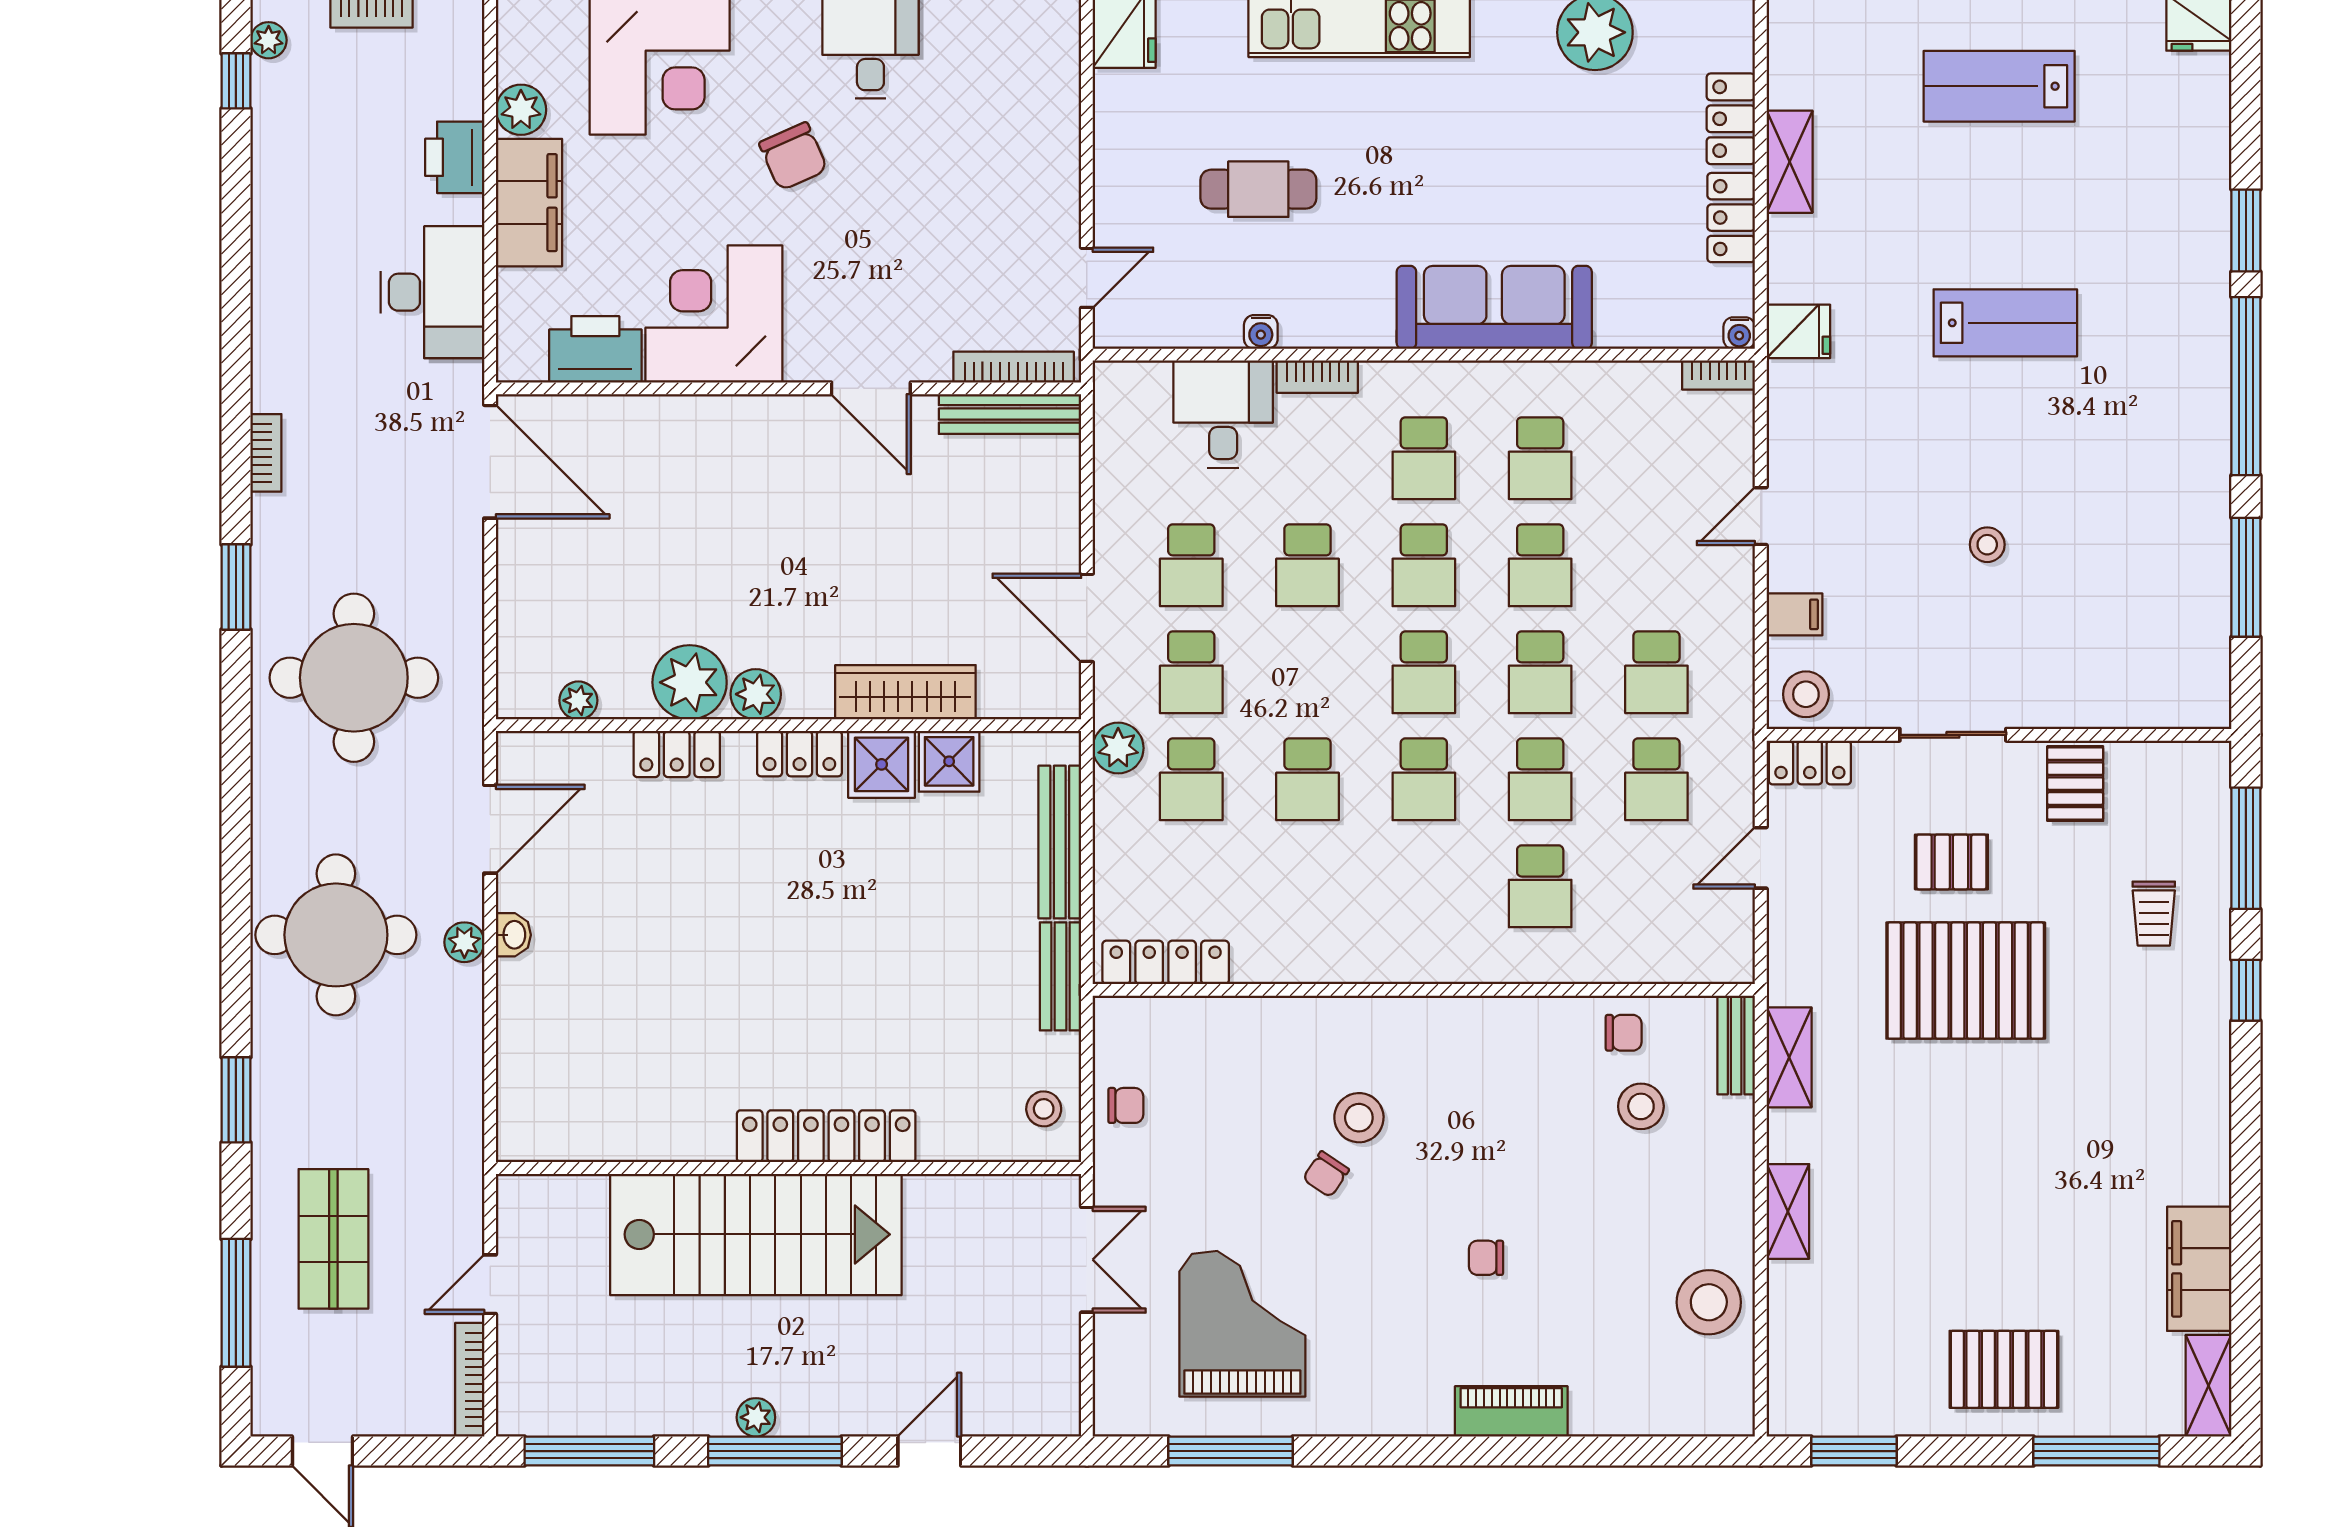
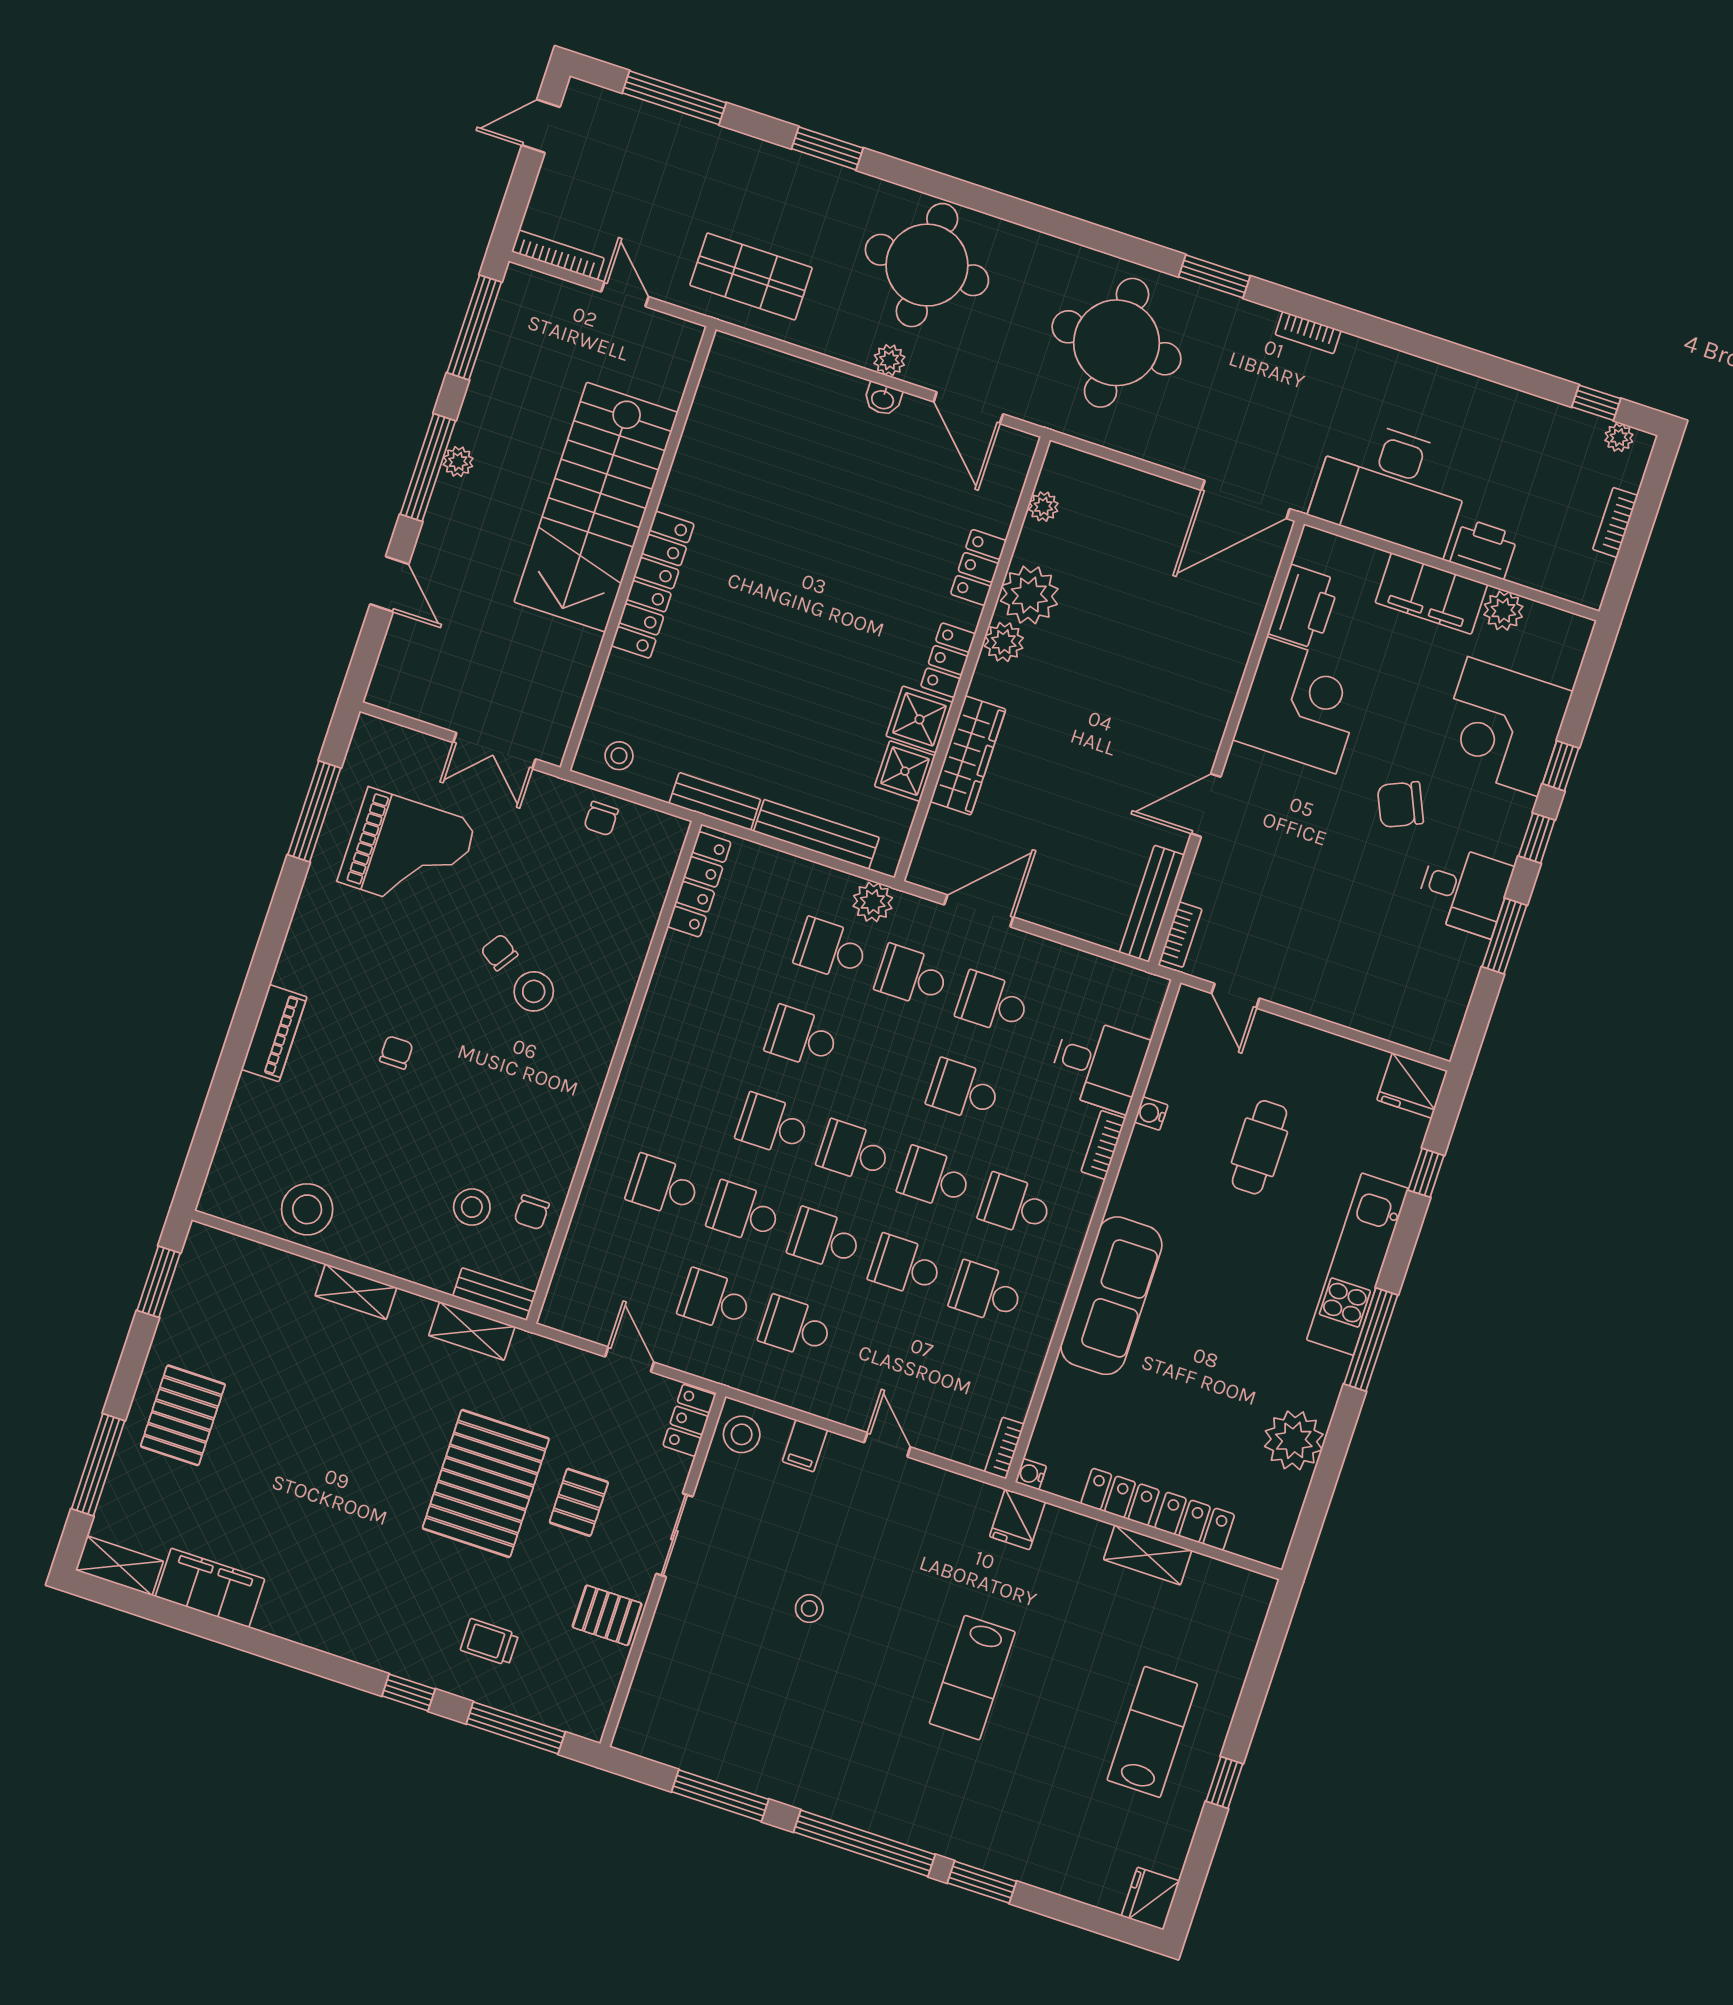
desk: (432, 292) -> (1392, 487), width x1.36, depth x1.30
bookcase: (1014, 367) -> (1181, 934), width x0.64
shop shelf: (333, 1239) -> (751, 276), moved

